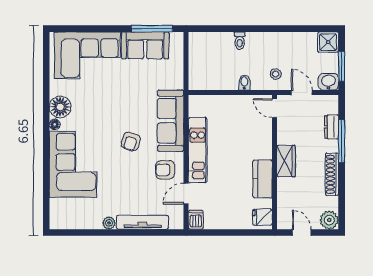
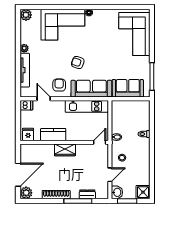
sofa: (145, 45) -> (128, 88), moved, turned 90
floor lamp: (60, 107) -> (100, 16), removed
door: (274, 108) -> (100, 142), moved
kitchen unit: (198, 150) -> (87, 106), moved
wardrobe: (286, 161) -> (65, 150), moved
wall: (274, 162) -> (64, 142), moved
kitchen counter: (263, 179) -> (53, 135), moved
fridge: (262, 217) -> (28, 134), moved
plant: (58, 220) -> (26, 15), added
door: (302, 232) -> (18, 175), width x1.87

